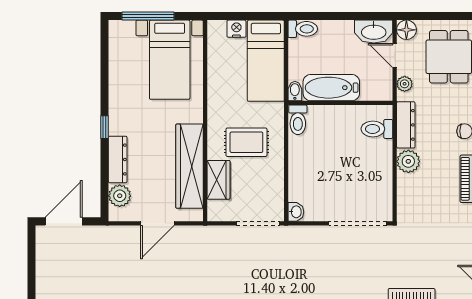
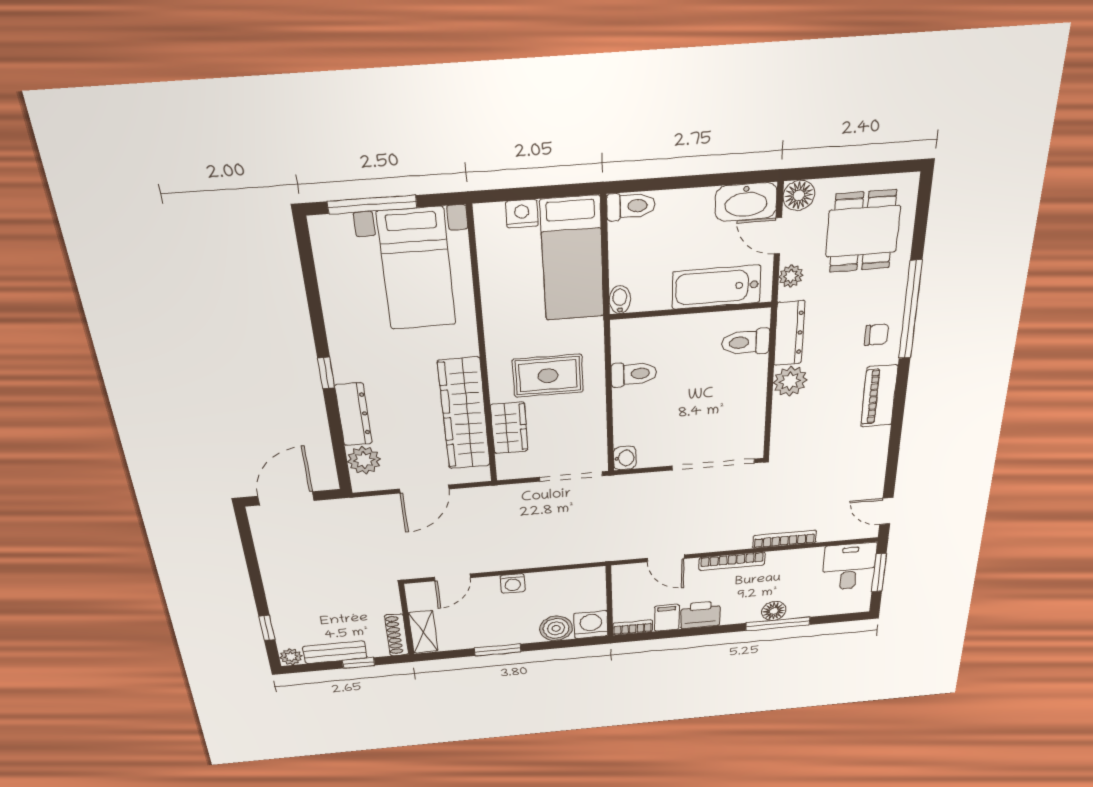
bathtub: (331, 88) -> (716, 287), moved
toilet: (298, 120) -> (634, 374), moved, turned -90

